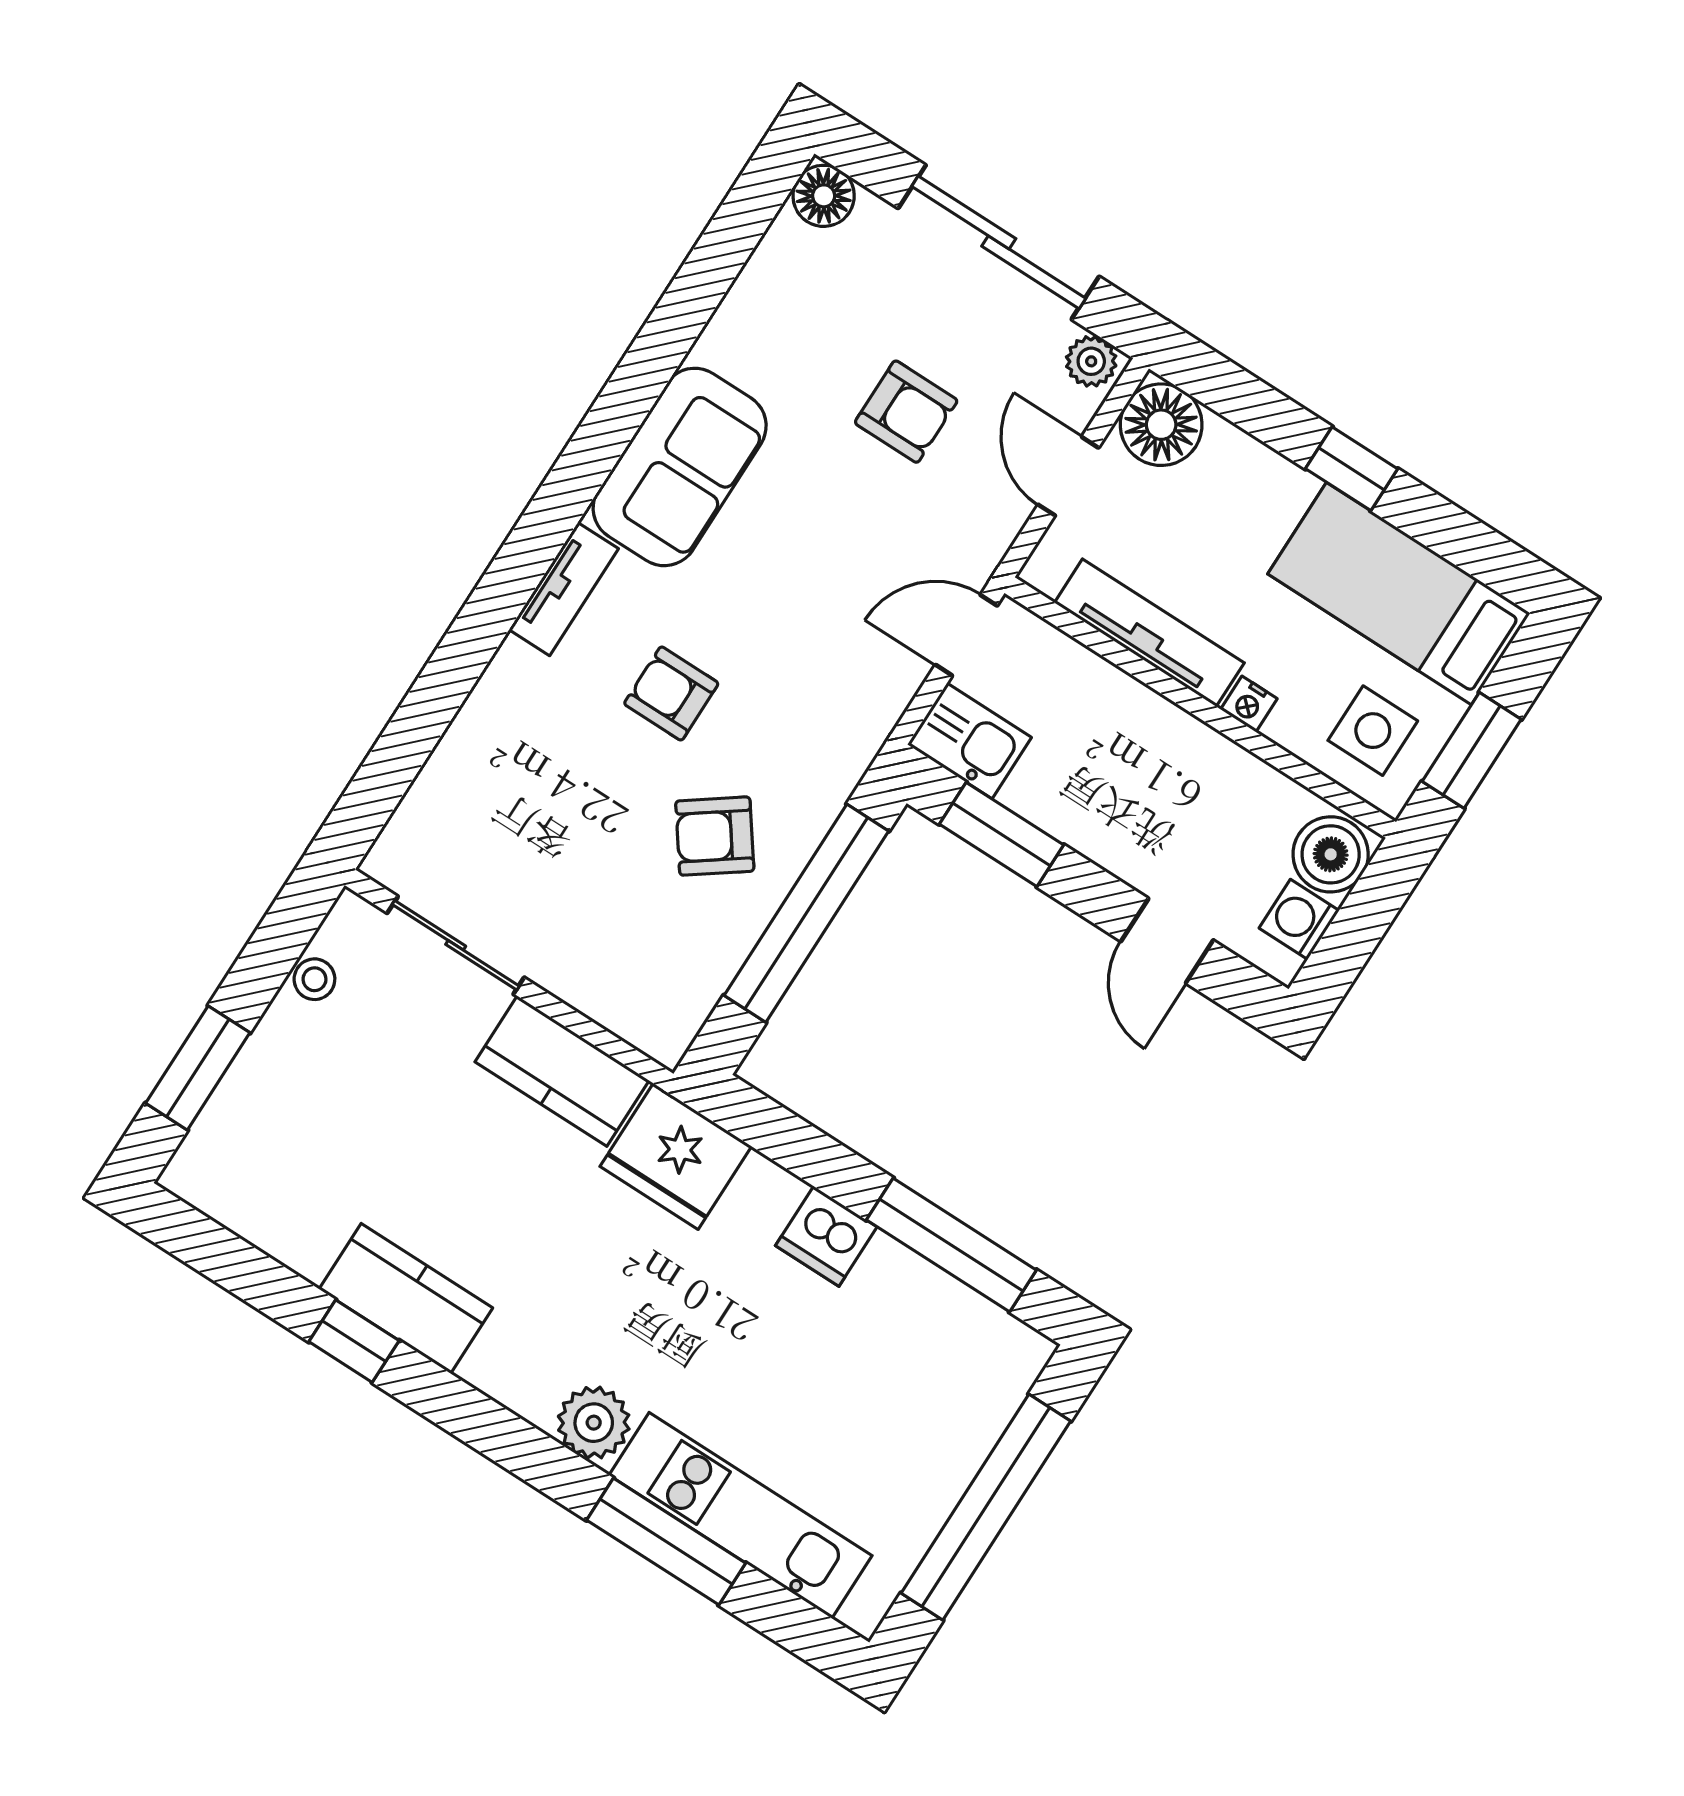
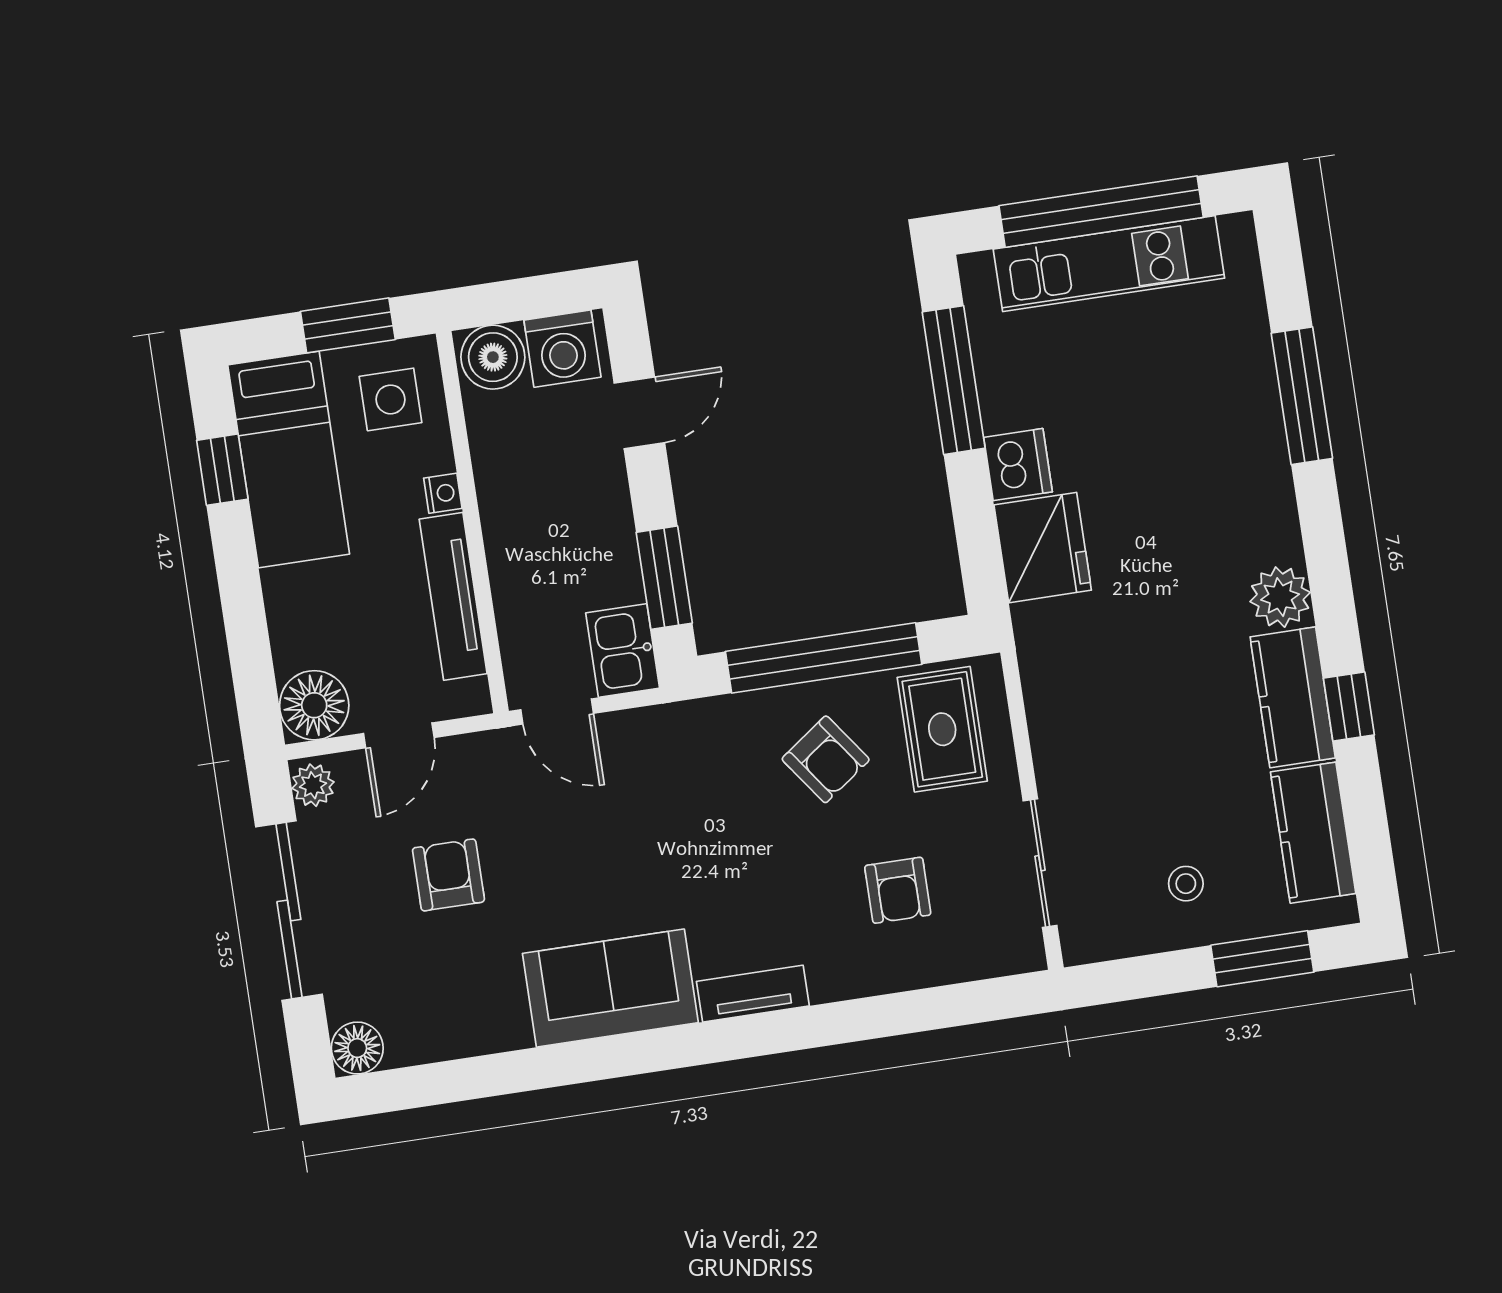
window: (1352, 469) -> (222, 470), moved
armchair: (671, 693) -> (898, 890), moved
washing machine: (1299, 919) -> (562, 349), width x1.38, depth x1.38
rug: (651, 963) -> (942, 729), added
stool: (314, 979) -> (1186, 884), moved
kitchen counter: (562, 1071) -> (1313, 833), moved, turned 180
fridge: (676, 1156) -> (1043, 548), moved
plant: (594, 1423) -> (1280, 597), moved
kitchen unit: (740, 1515) -> (1109, 264), moved, turned -90

